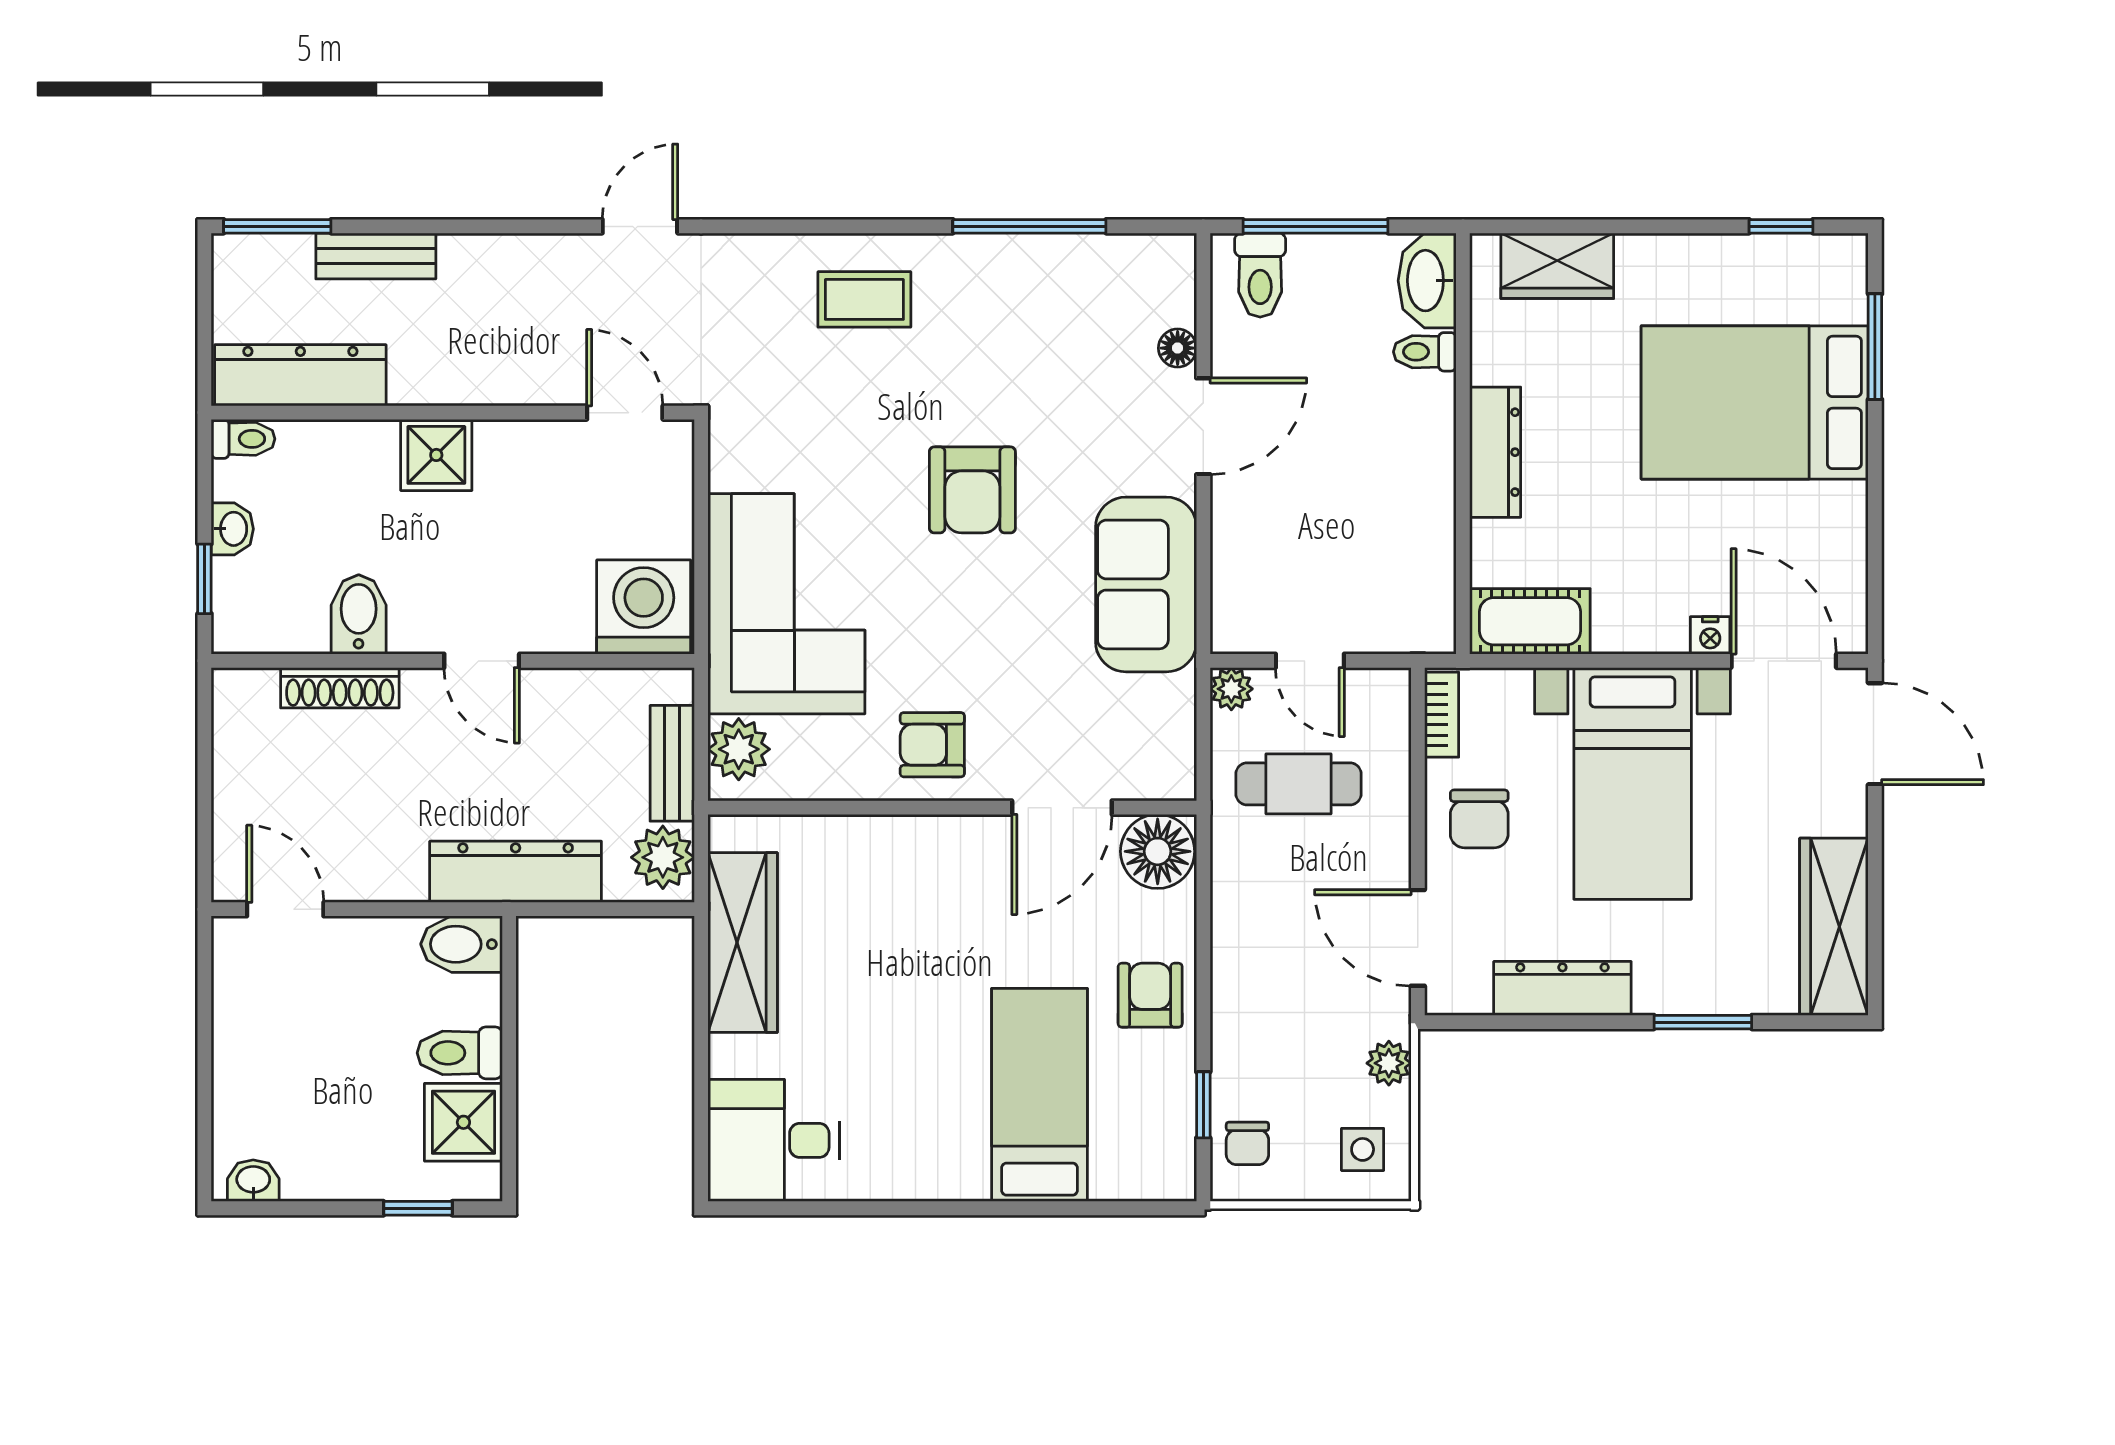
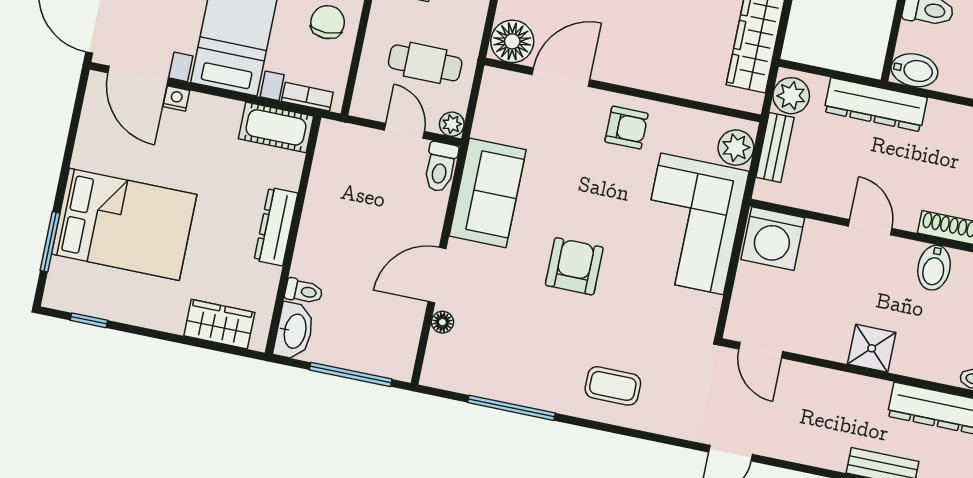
toilet: (1260, 275) -> (440, 167), moved, turned 180
bookcase: (1442, 715) -> (307, 97), moved, turned 90

